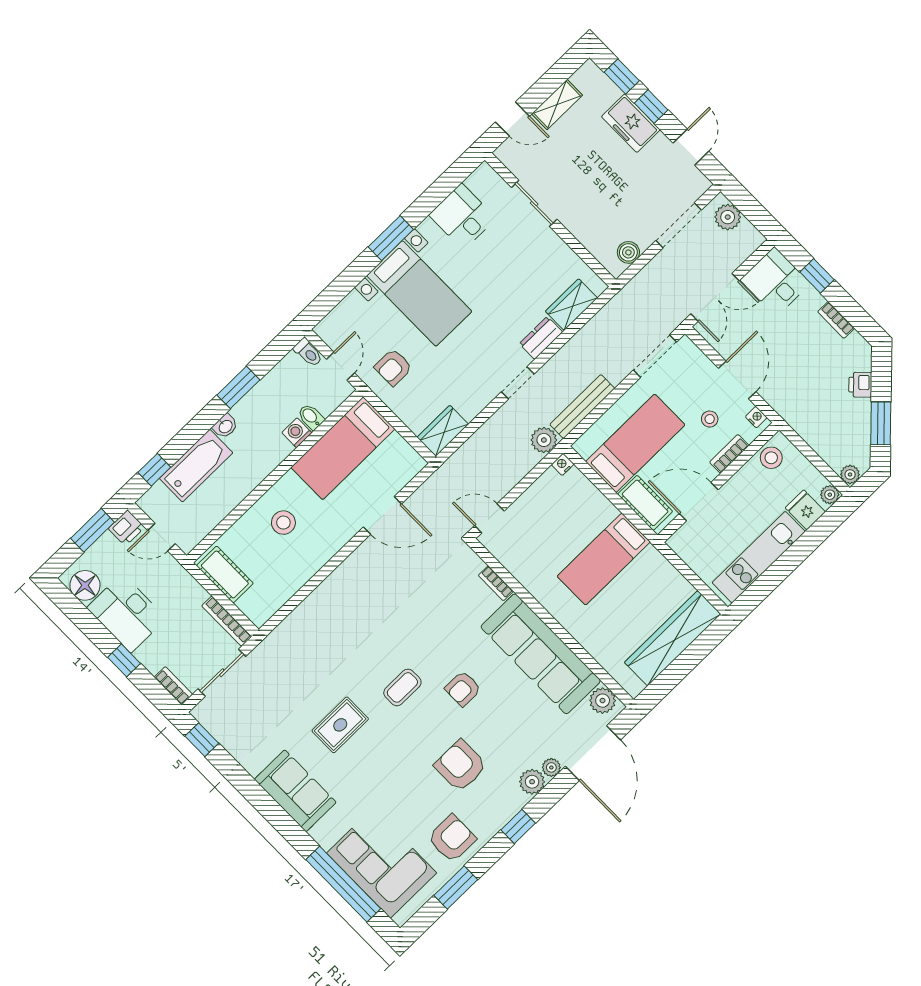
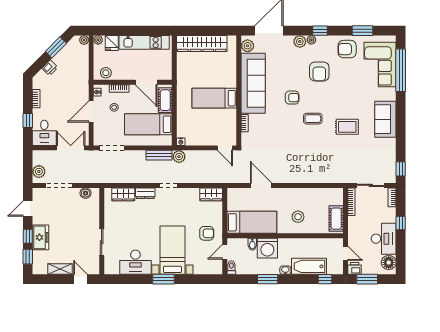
desk: (462, 217) -> (135, 262), width x1.37
bench: (582, 406) -> (159, 155), width x0.73
washing machine: (297, 433) -> (267, 248), width x1.89, depth x1.89
bed: (604, 559) -> (214, 98), moved, turned 180
plant: (551, 767) -> (311, 40), moved

